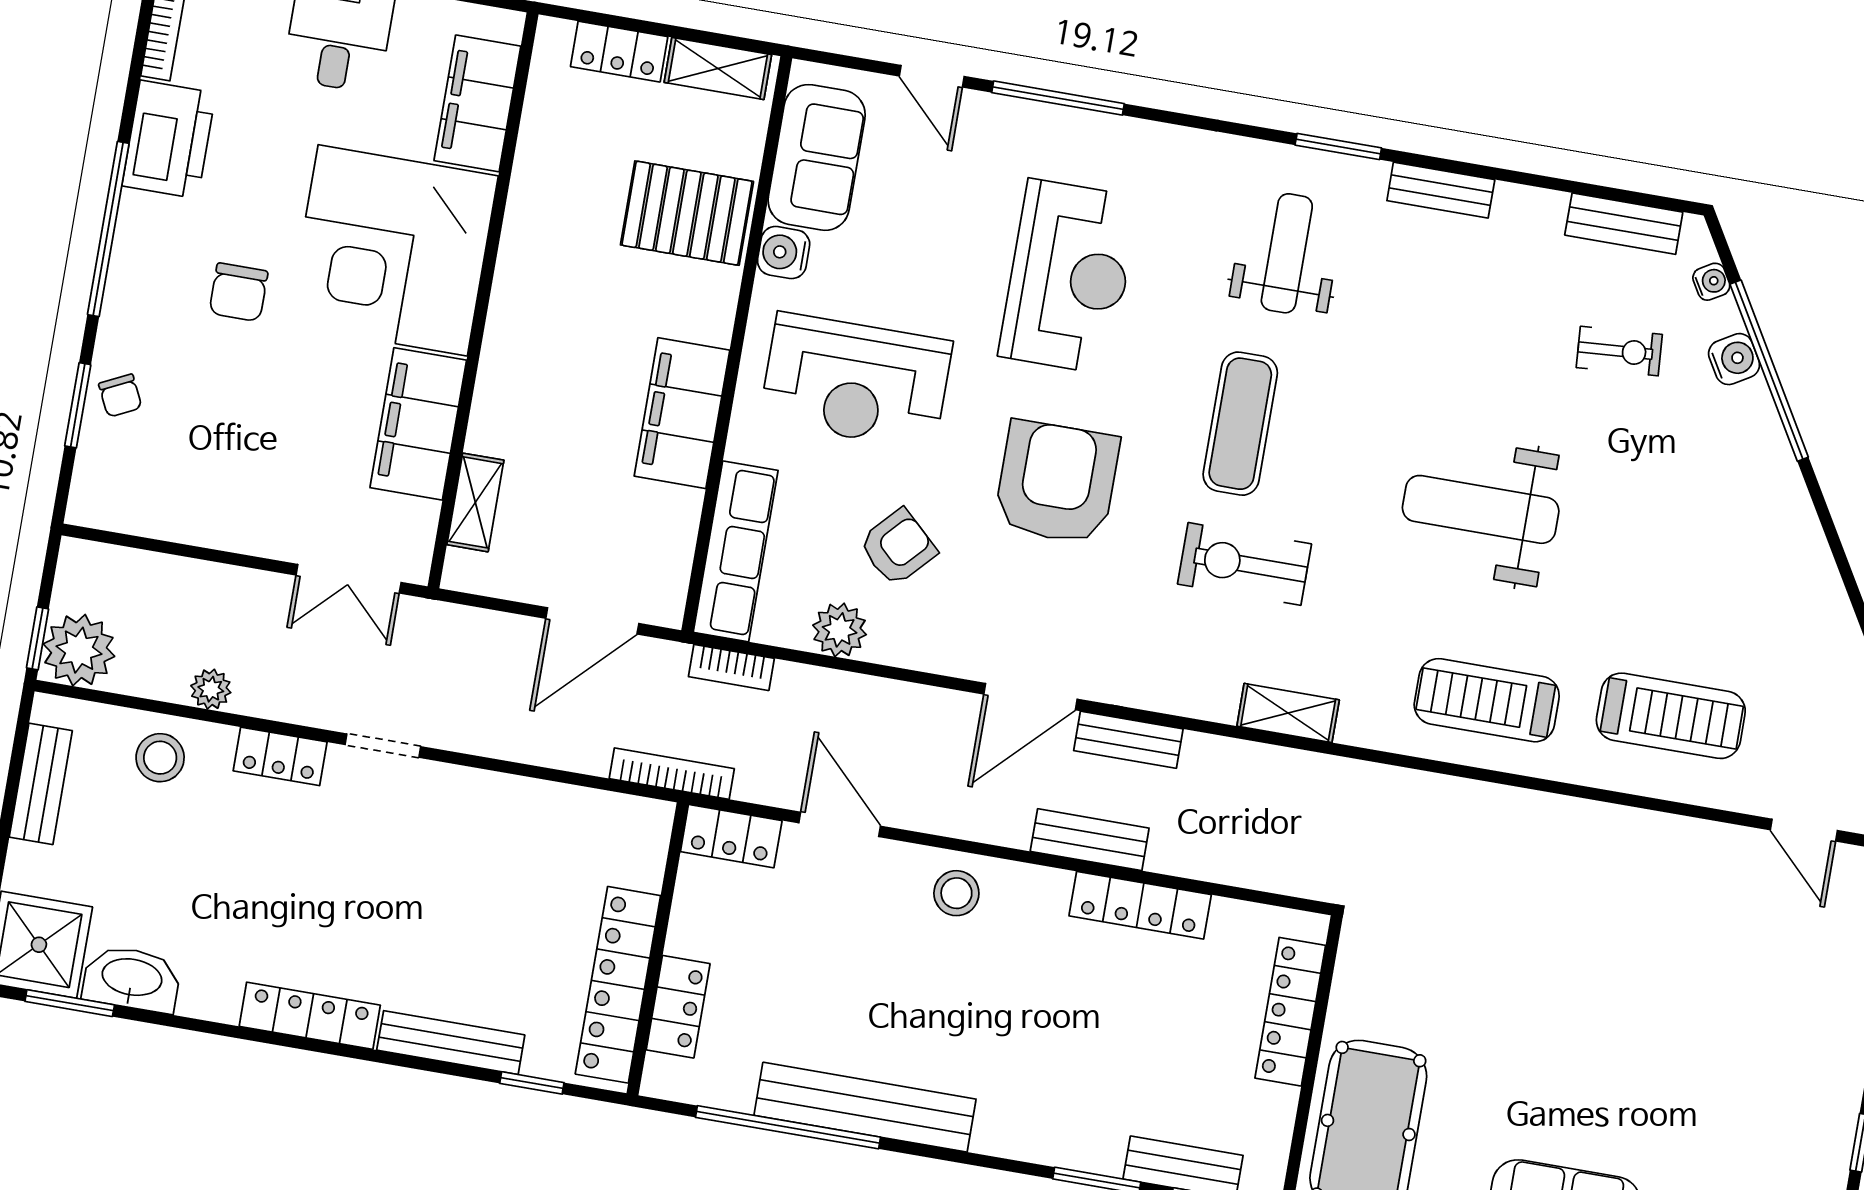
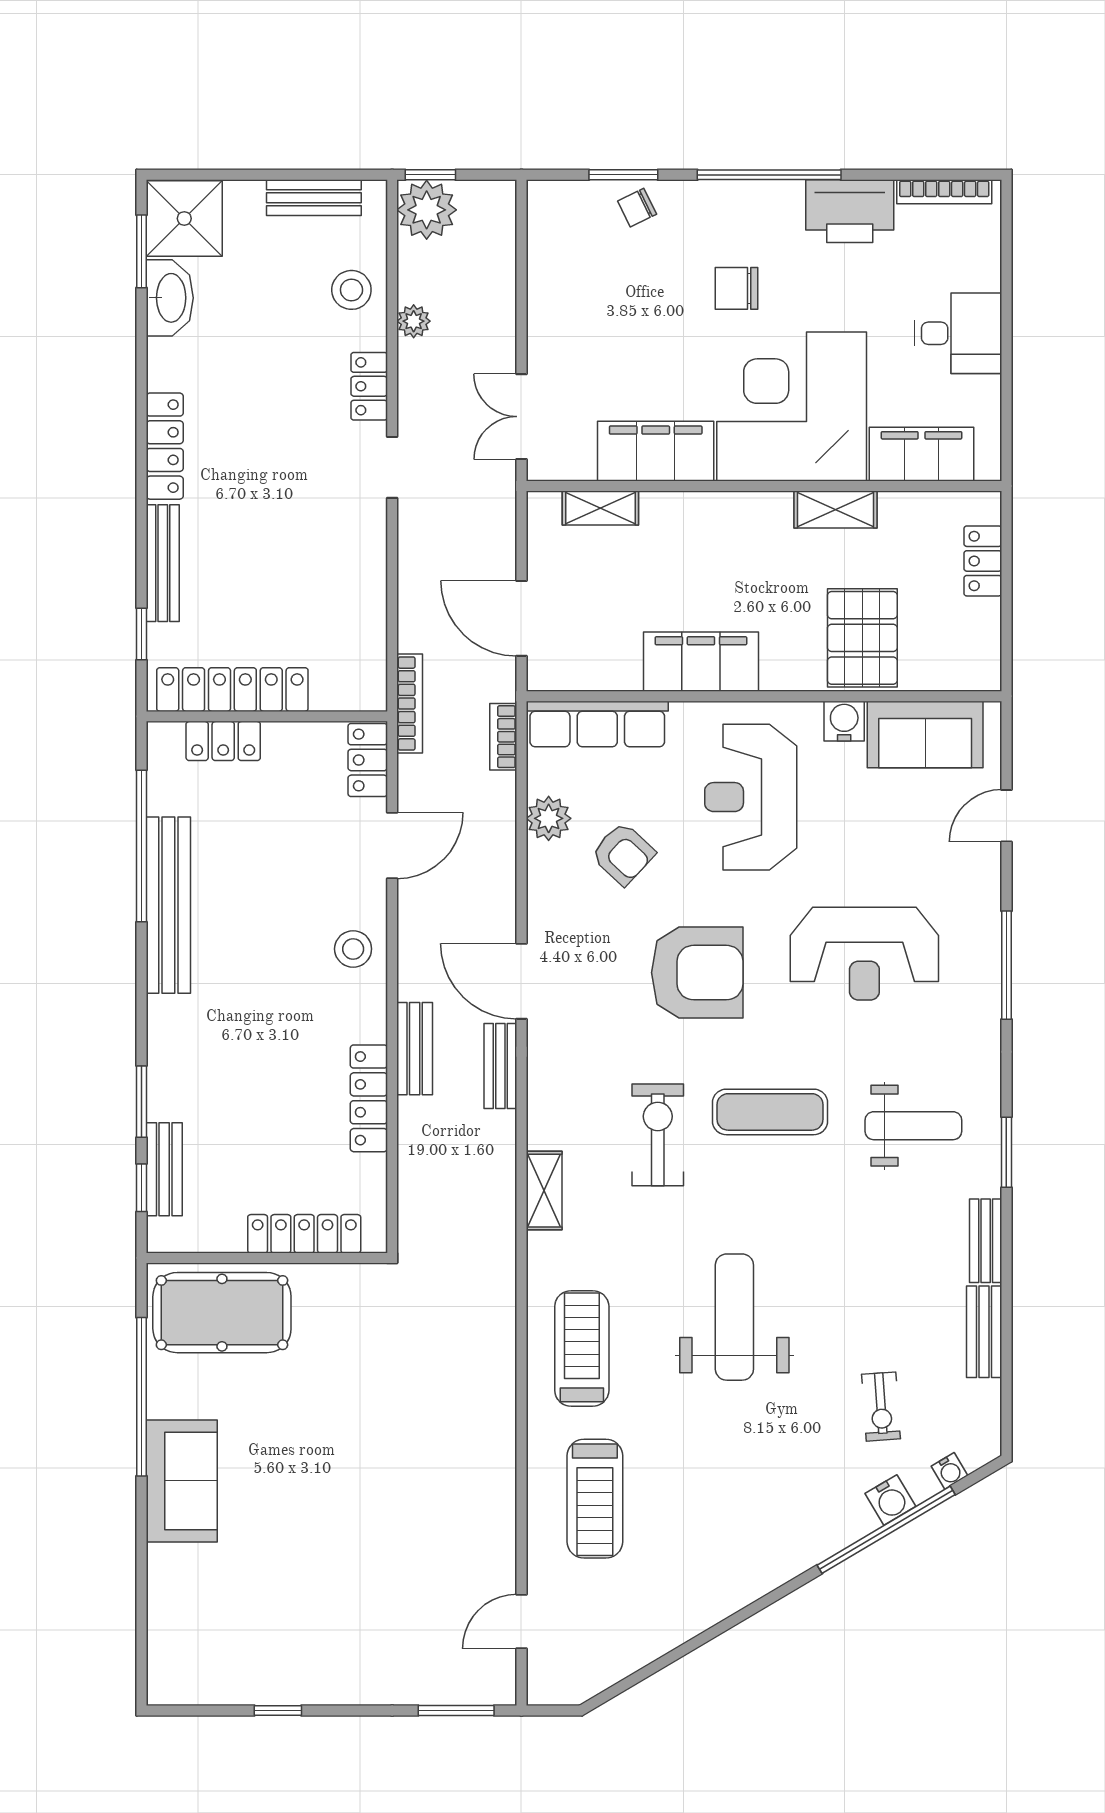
shelving: (718, 69) -> (836, 509), moved, turned 90
window: (1058, 98) -> (1006, 965), moved
bench: (1624, 224) -> (984, 1332), moved

